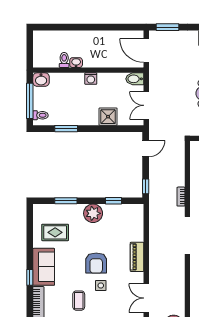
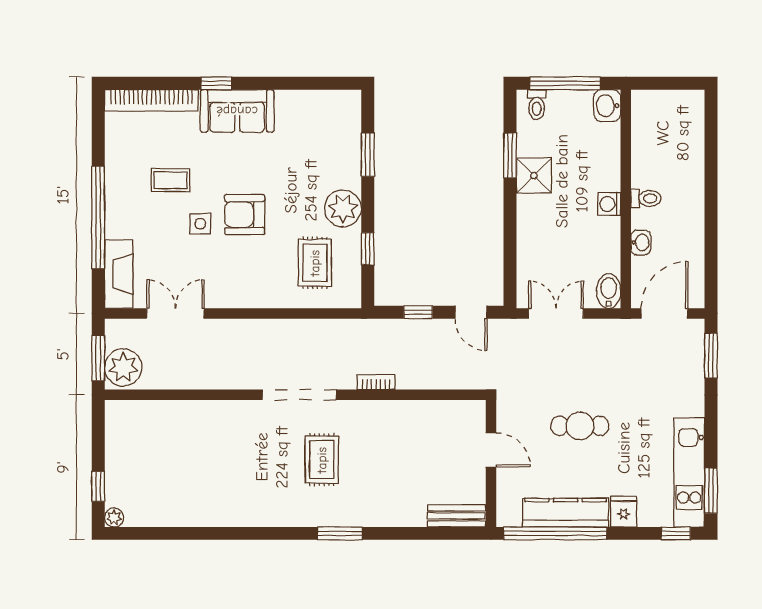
toilet: (64, 60) -> (646, 198), moved
washbasin: (76, 63) -> (641, 243), moved
shower: (108, 117) -> (534, 175), moved
window: (146, 186) -> (418, 312), moved
rug: (55, 232) -> (315, 263), moved
piano: (137, 257) -> (257, 295), removed

